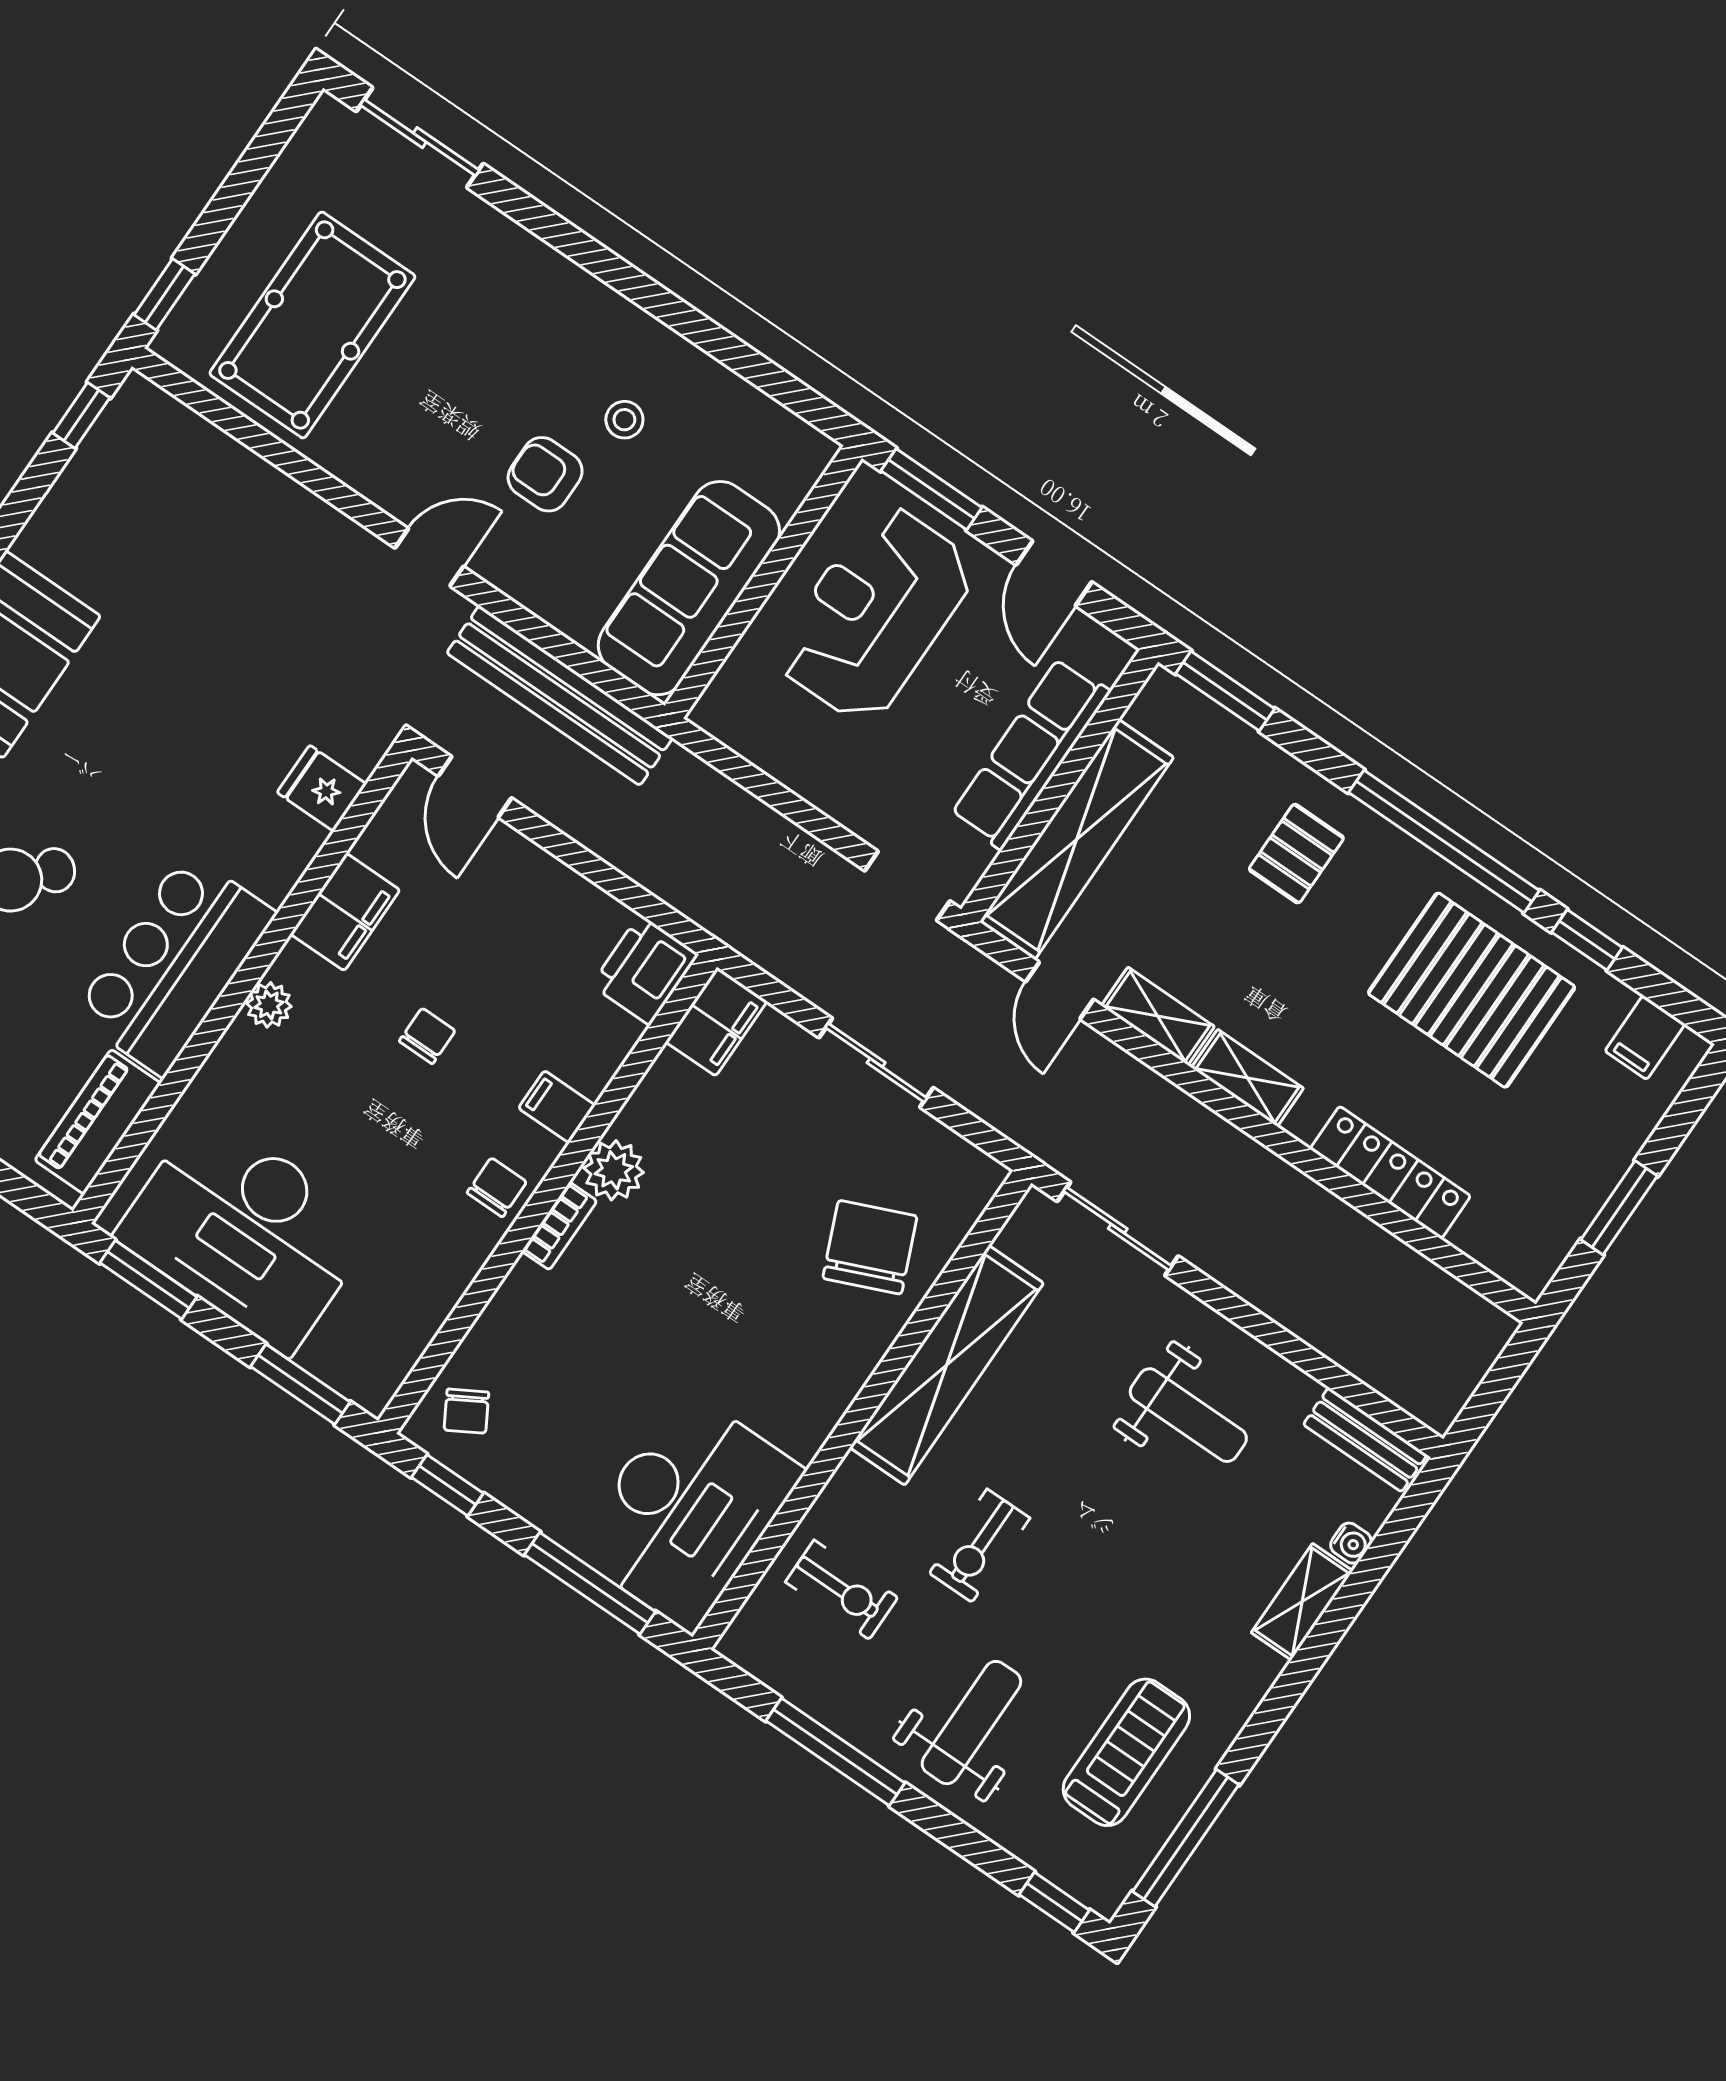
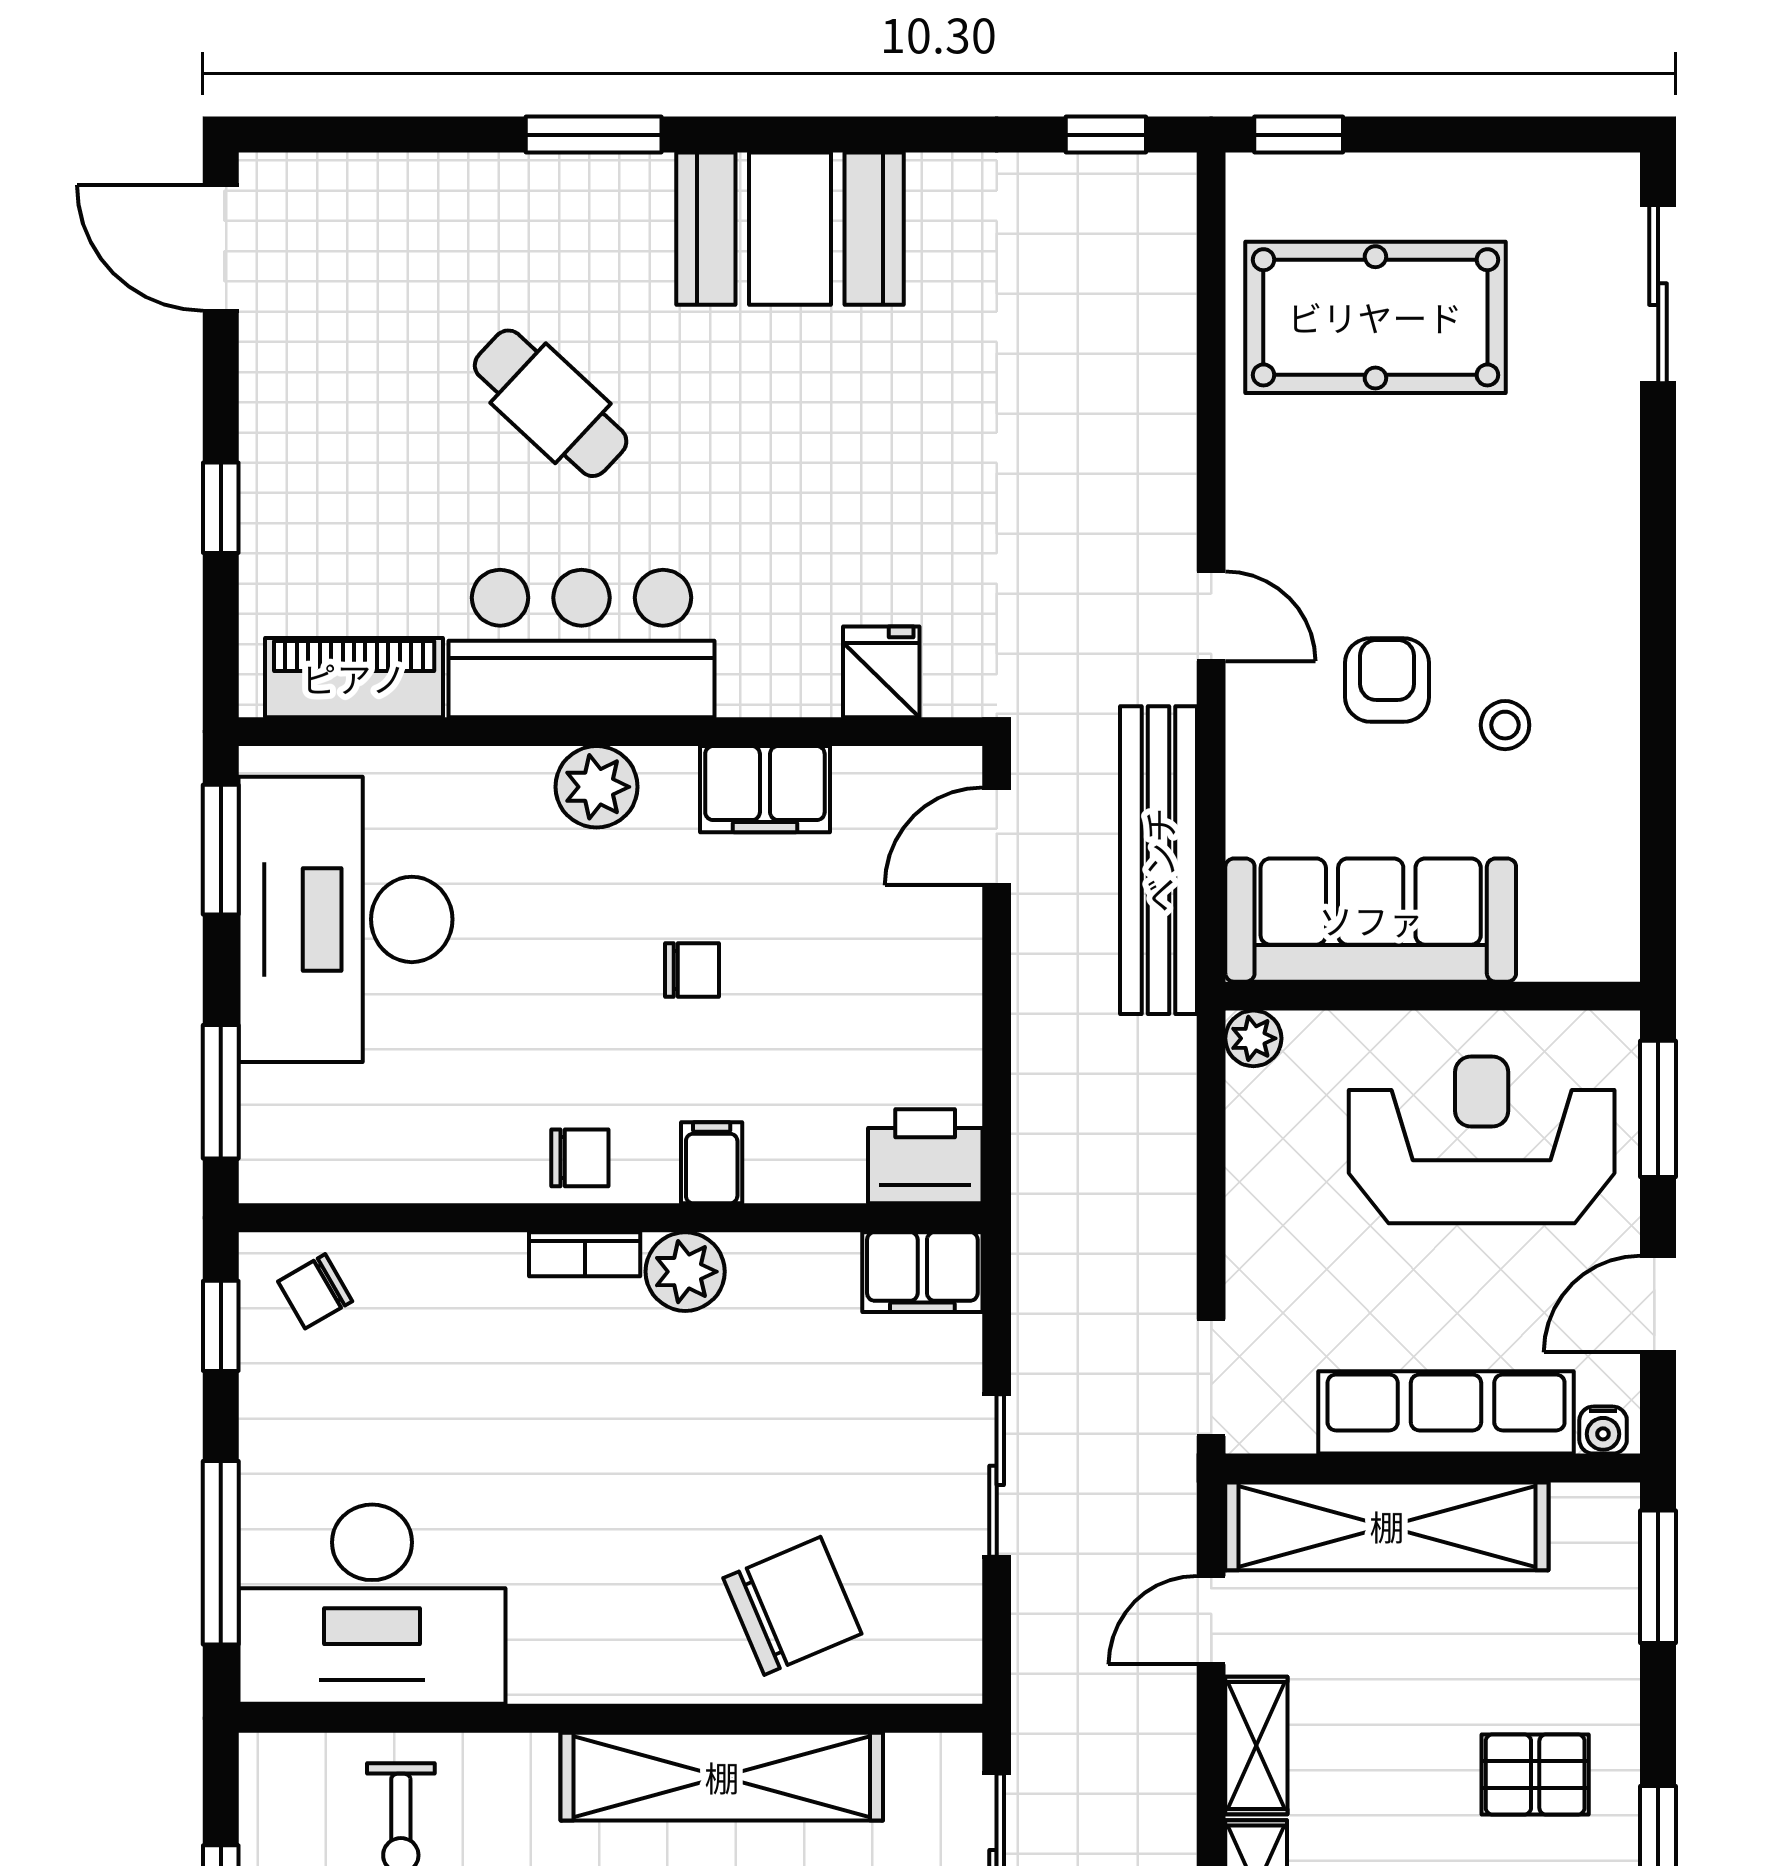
water cooler: (1109, 662) -> (1603, 1430), added
plant: (712, 713) -> (1253, 1038), added
plant: (269, 1005) -> (597, 787), width x1.38, depth x1.38

